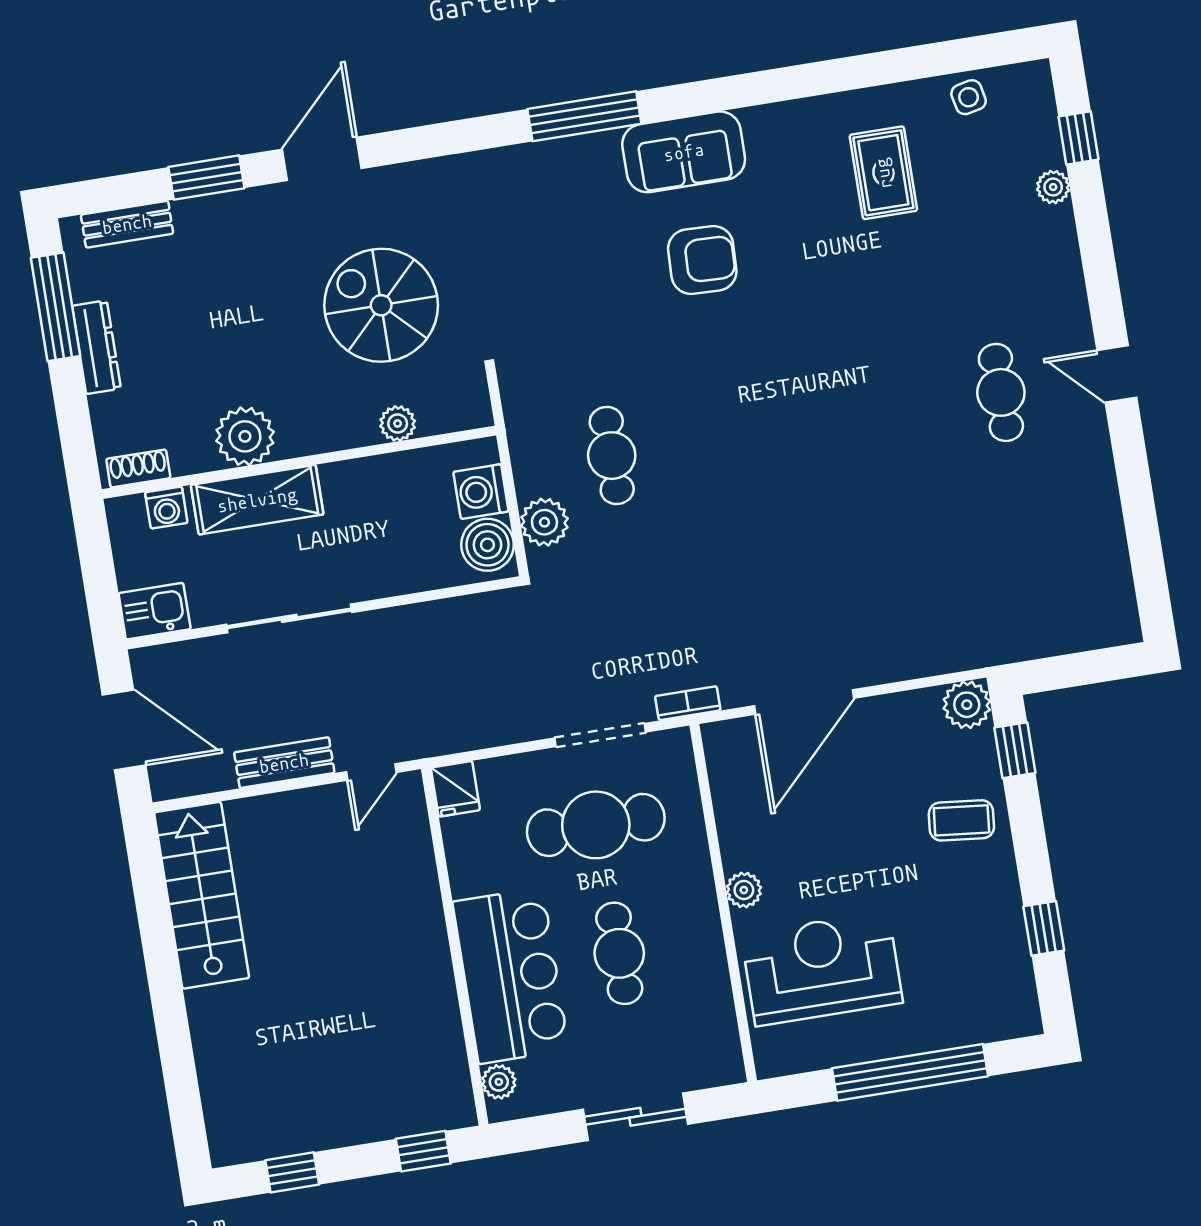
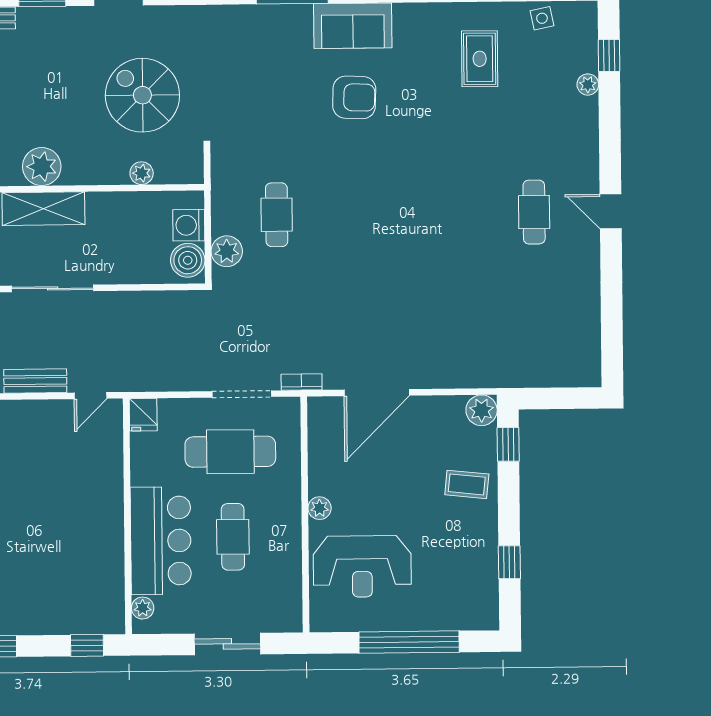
reception desk: (822, 968) -> (362, 566), turned 180

